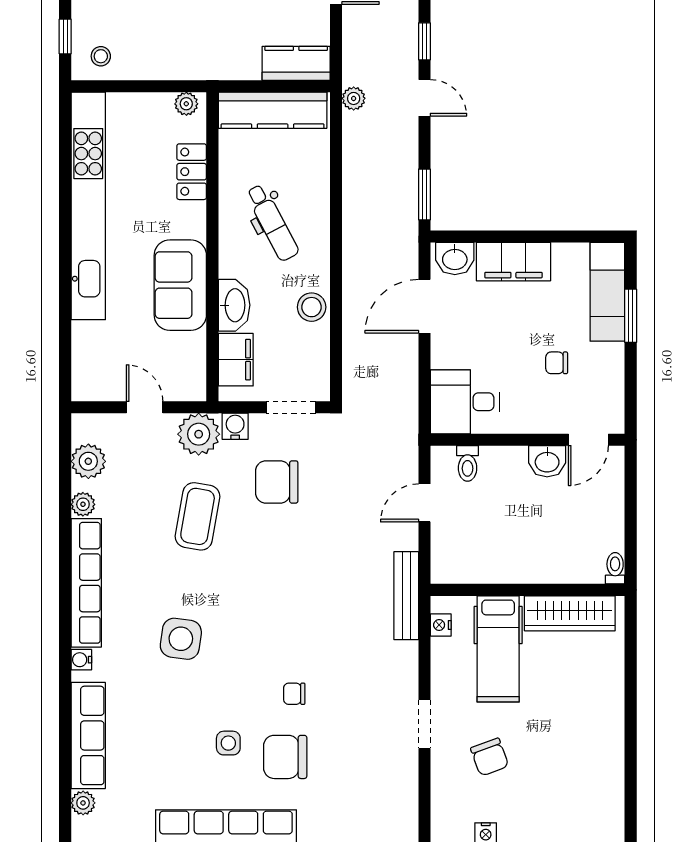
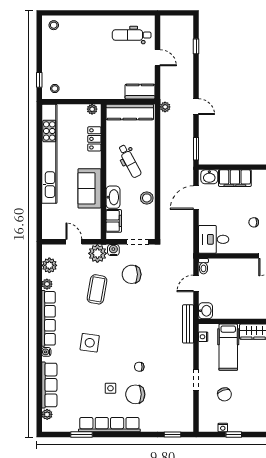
window: (424, 41) -> (196, 82), removed
washbasin: (547, 461) -> (205, 311), moved, turned -90
toilet: (468, 463) -> (203, 266), moved

